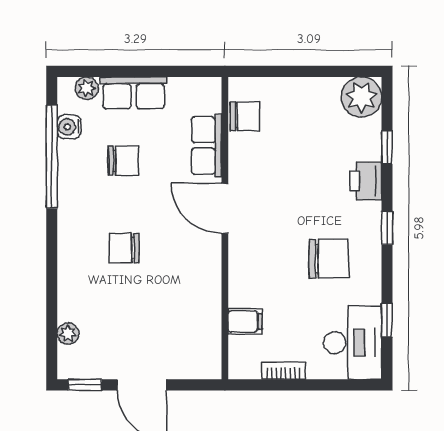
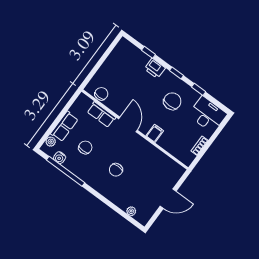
plant: (361, 97) -> (124, 48), removed
door: (225, 208) -> (128, 124), swing flipped
window: (387, 320) -> (199, 89), moved
filing cabinet: (245, 321) -> (155, 133), moved
window: (85, 385) -> (153, 218), removed

